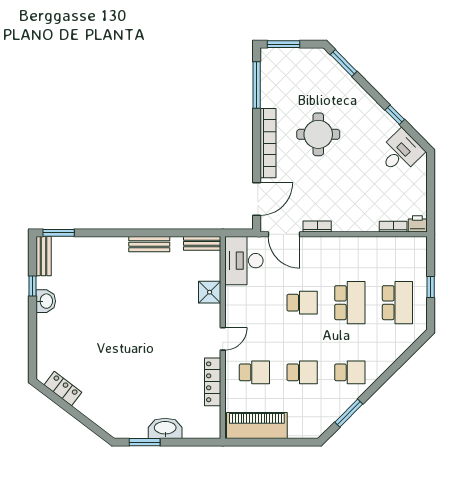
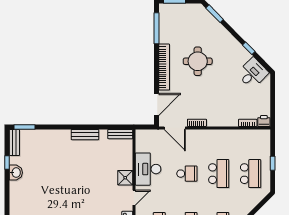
desk: (244, 261) -> (148, 169), moved
shower: (210, 292) -> (125, 178), moved

